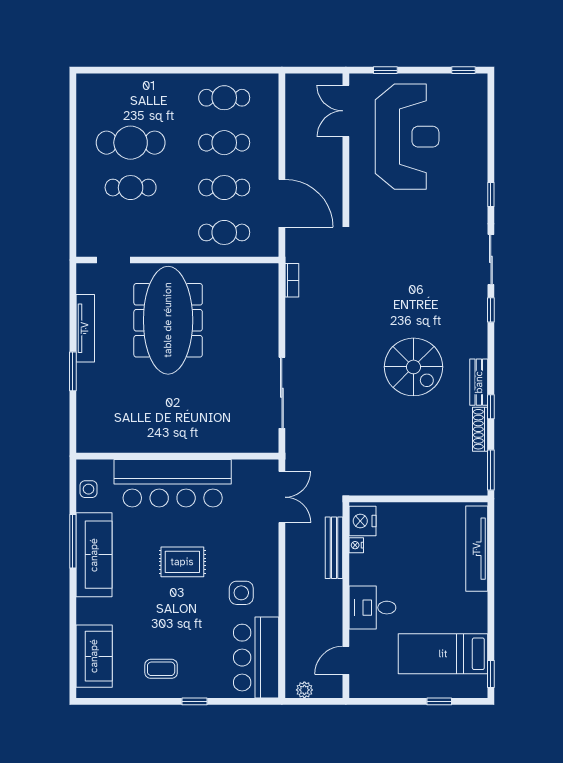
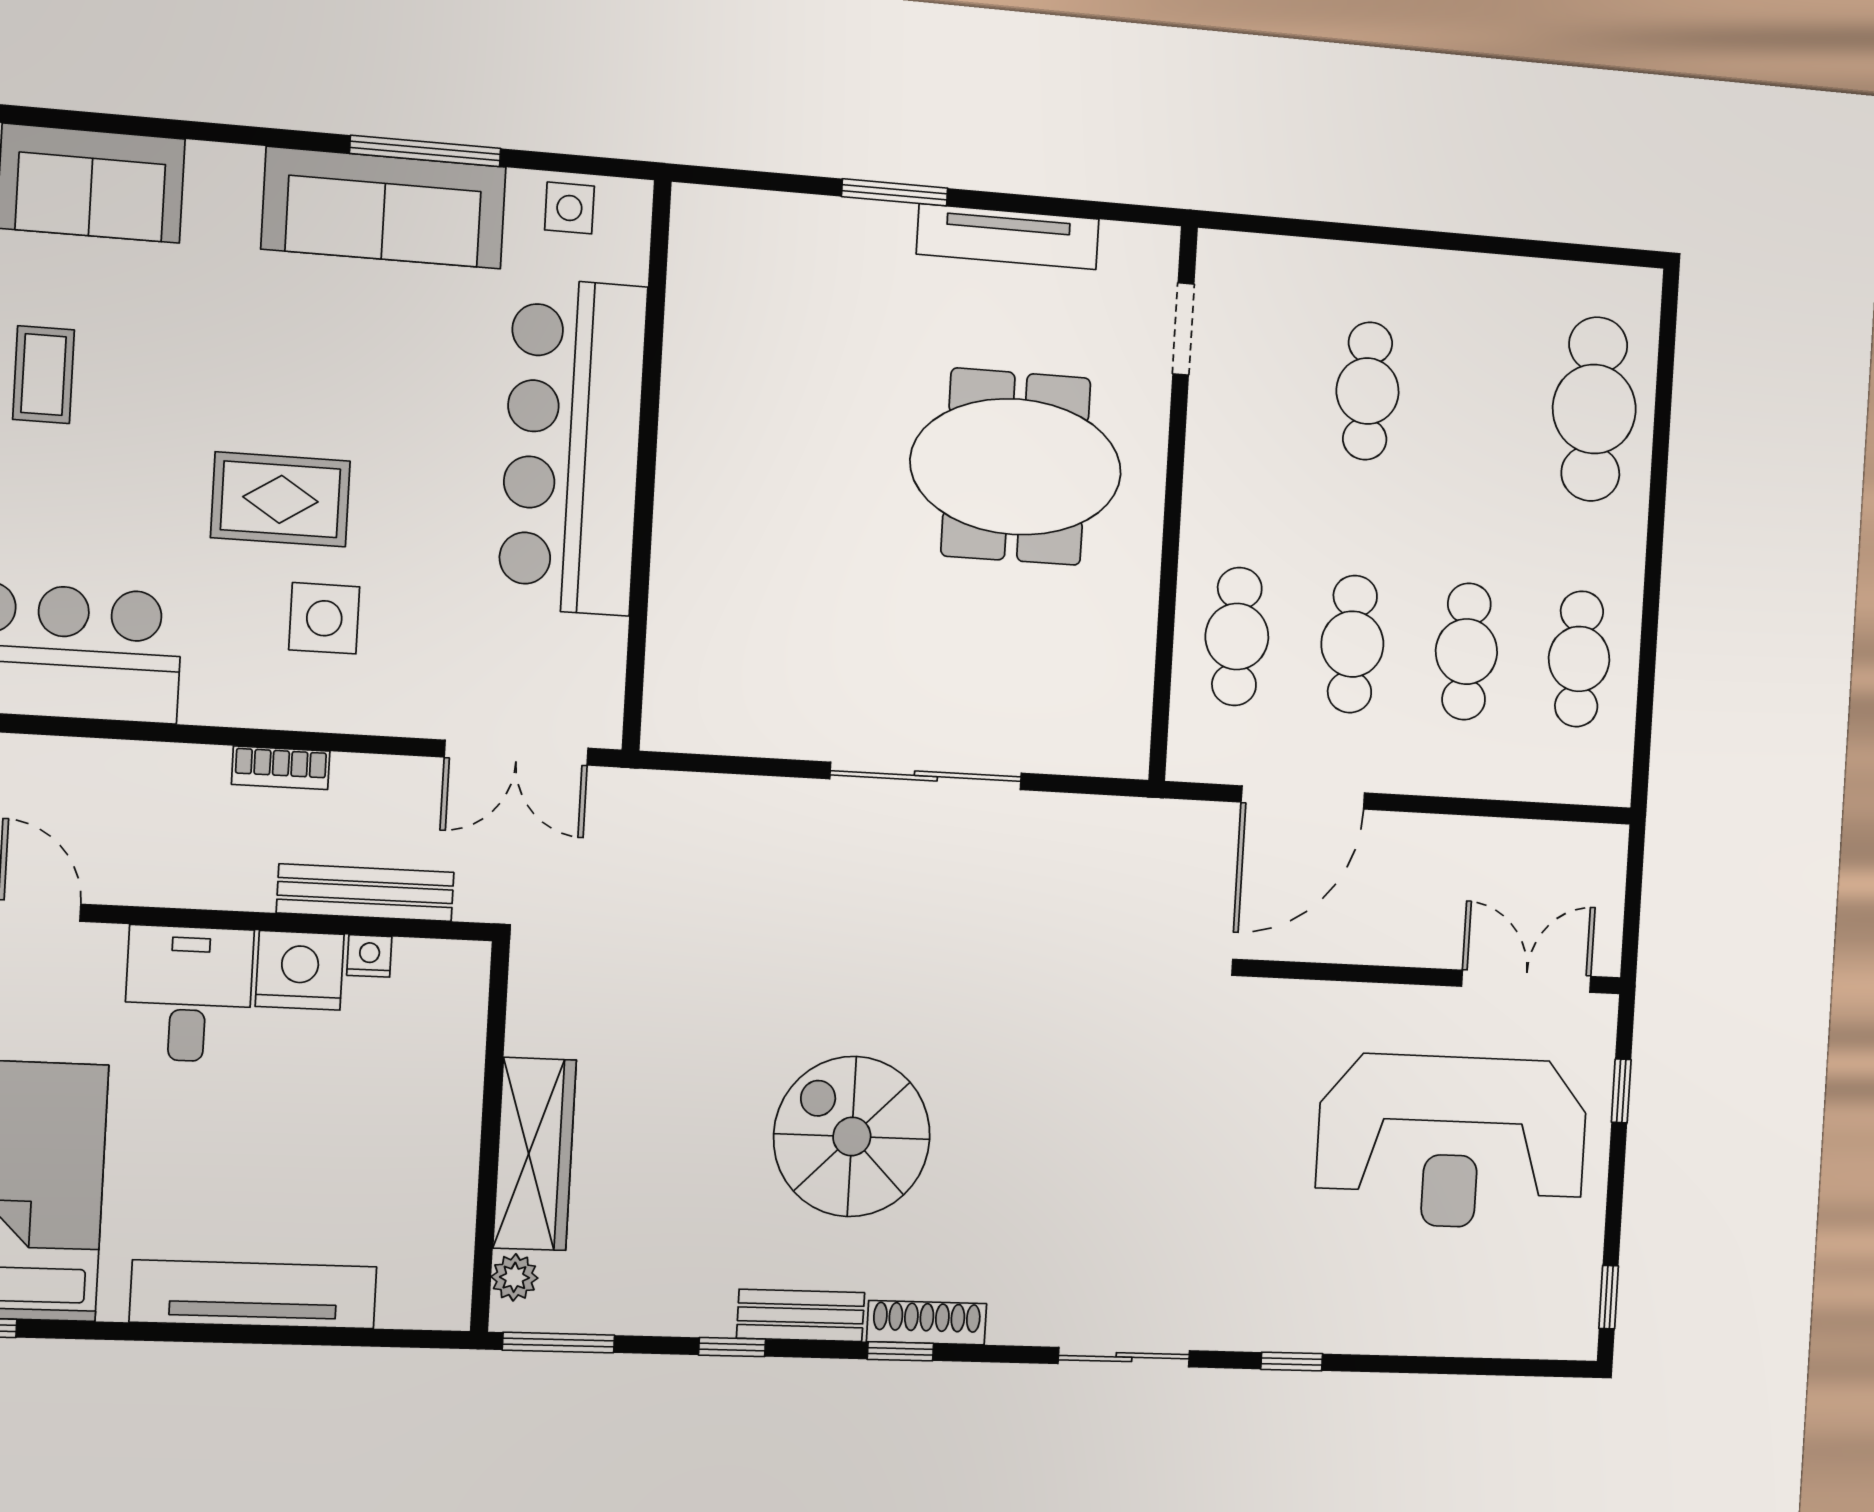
cafe table: (131, 143) -> (1594, 409), moved
bookcase: (292, 280) -> (281, 768), moved
window: (491, 310) -> (900, 1351), moved
meeting table: (168, 320) -> (1016, 467), width x0.73
spiral stairs: (413, 367) -> (852, 1136), turned 90
sliding door: (282, 393) -> (926, 776), moved
shoe rack: (480, 429) -> (927, 1323), moved
wardrobe: (424, 482) -> (535, 1154), added
plant: (468, 487) -> (514, 1277), added
nightstand: (362, 521) -> (300, 970), moved
tv unit: (477, 549) -> (254, 1294), moved
rug: (182, 562) -> (280, 499), moved, turned 90
side table: (241, 593) -> (324, 618), moved

